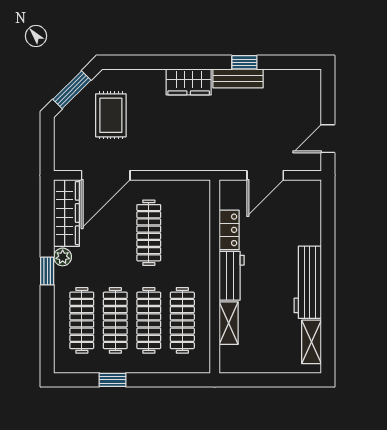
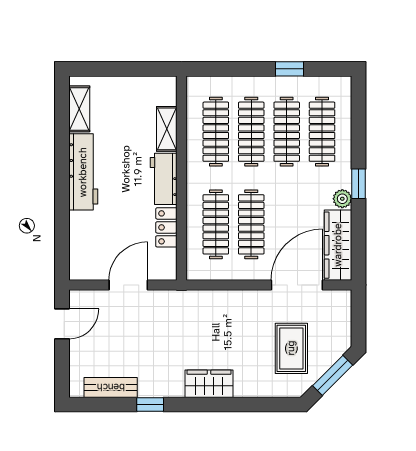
bench: (238, 78) -> (111, 387), moved
clothes rail: (182, 233) -> (216, 224), added

